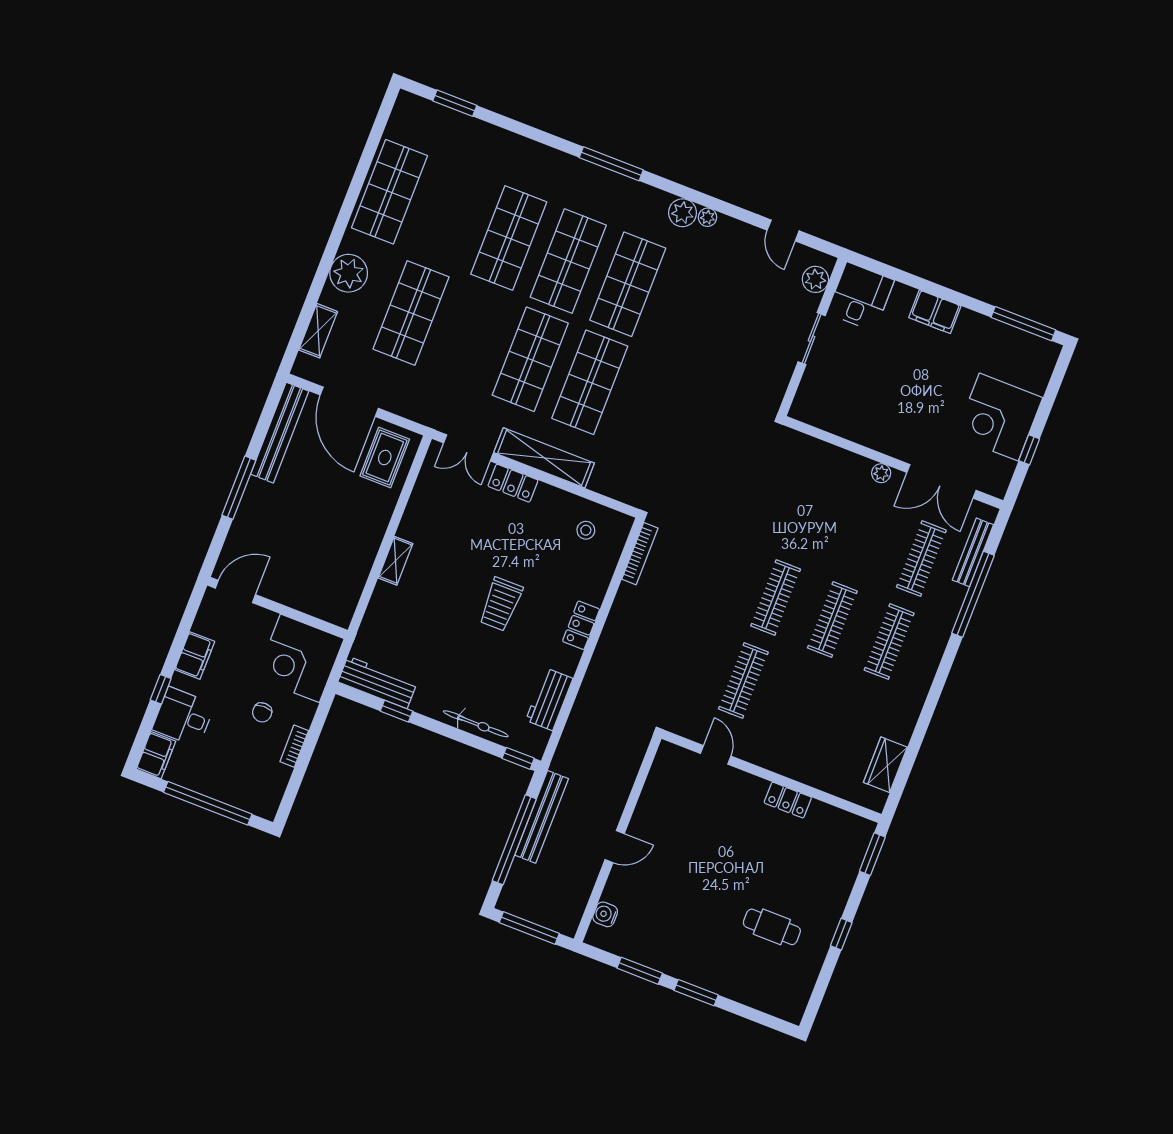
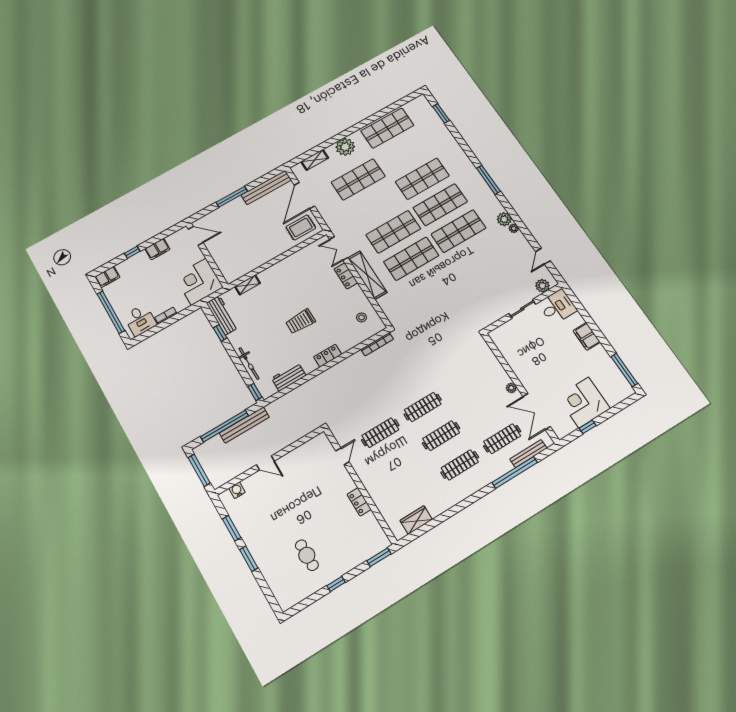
shelving: (395, 561) -> (247, 285), moved
chair: (262, 712) -> (165, 292), removed
desk: (183, 717) -> (140, 320), moved, turned 180

